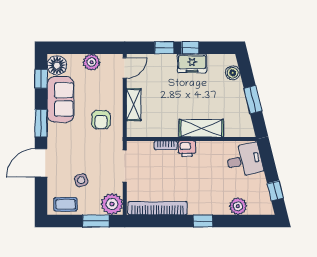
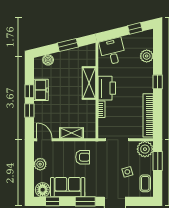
printer: (187, 149) -> (107, 88), width x1.87, depth x1.48

